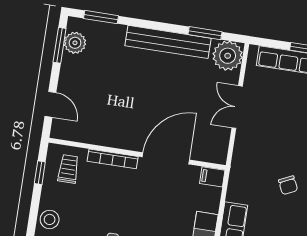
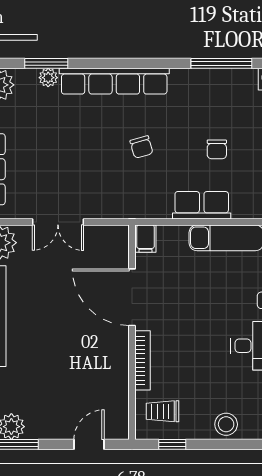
chair: (288, 185) -> (141, 147), turned 99

